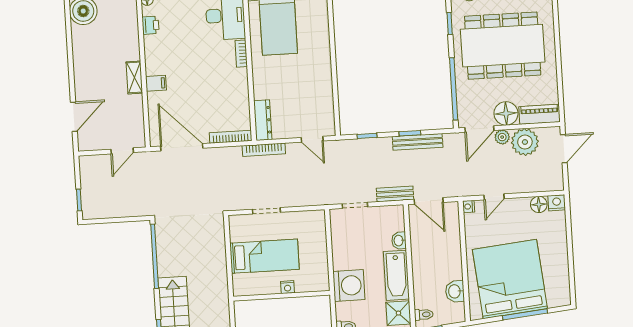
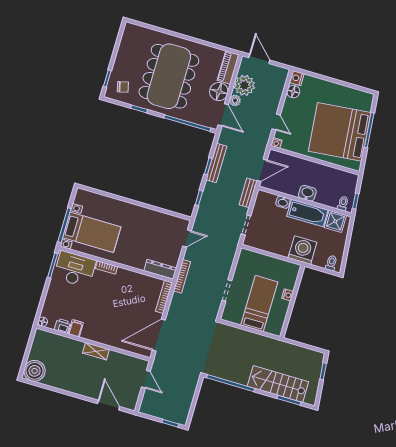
filing cabinet: (156, 83) -> (76, 328), moved
washbasin: (455, 291) -> (307, 193), moved, turned 180

